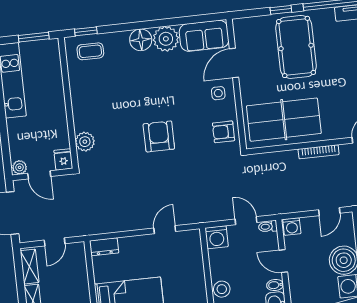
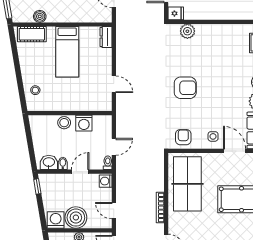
washing machine: (217, 237) -> (84, 123), moved, turned -90

